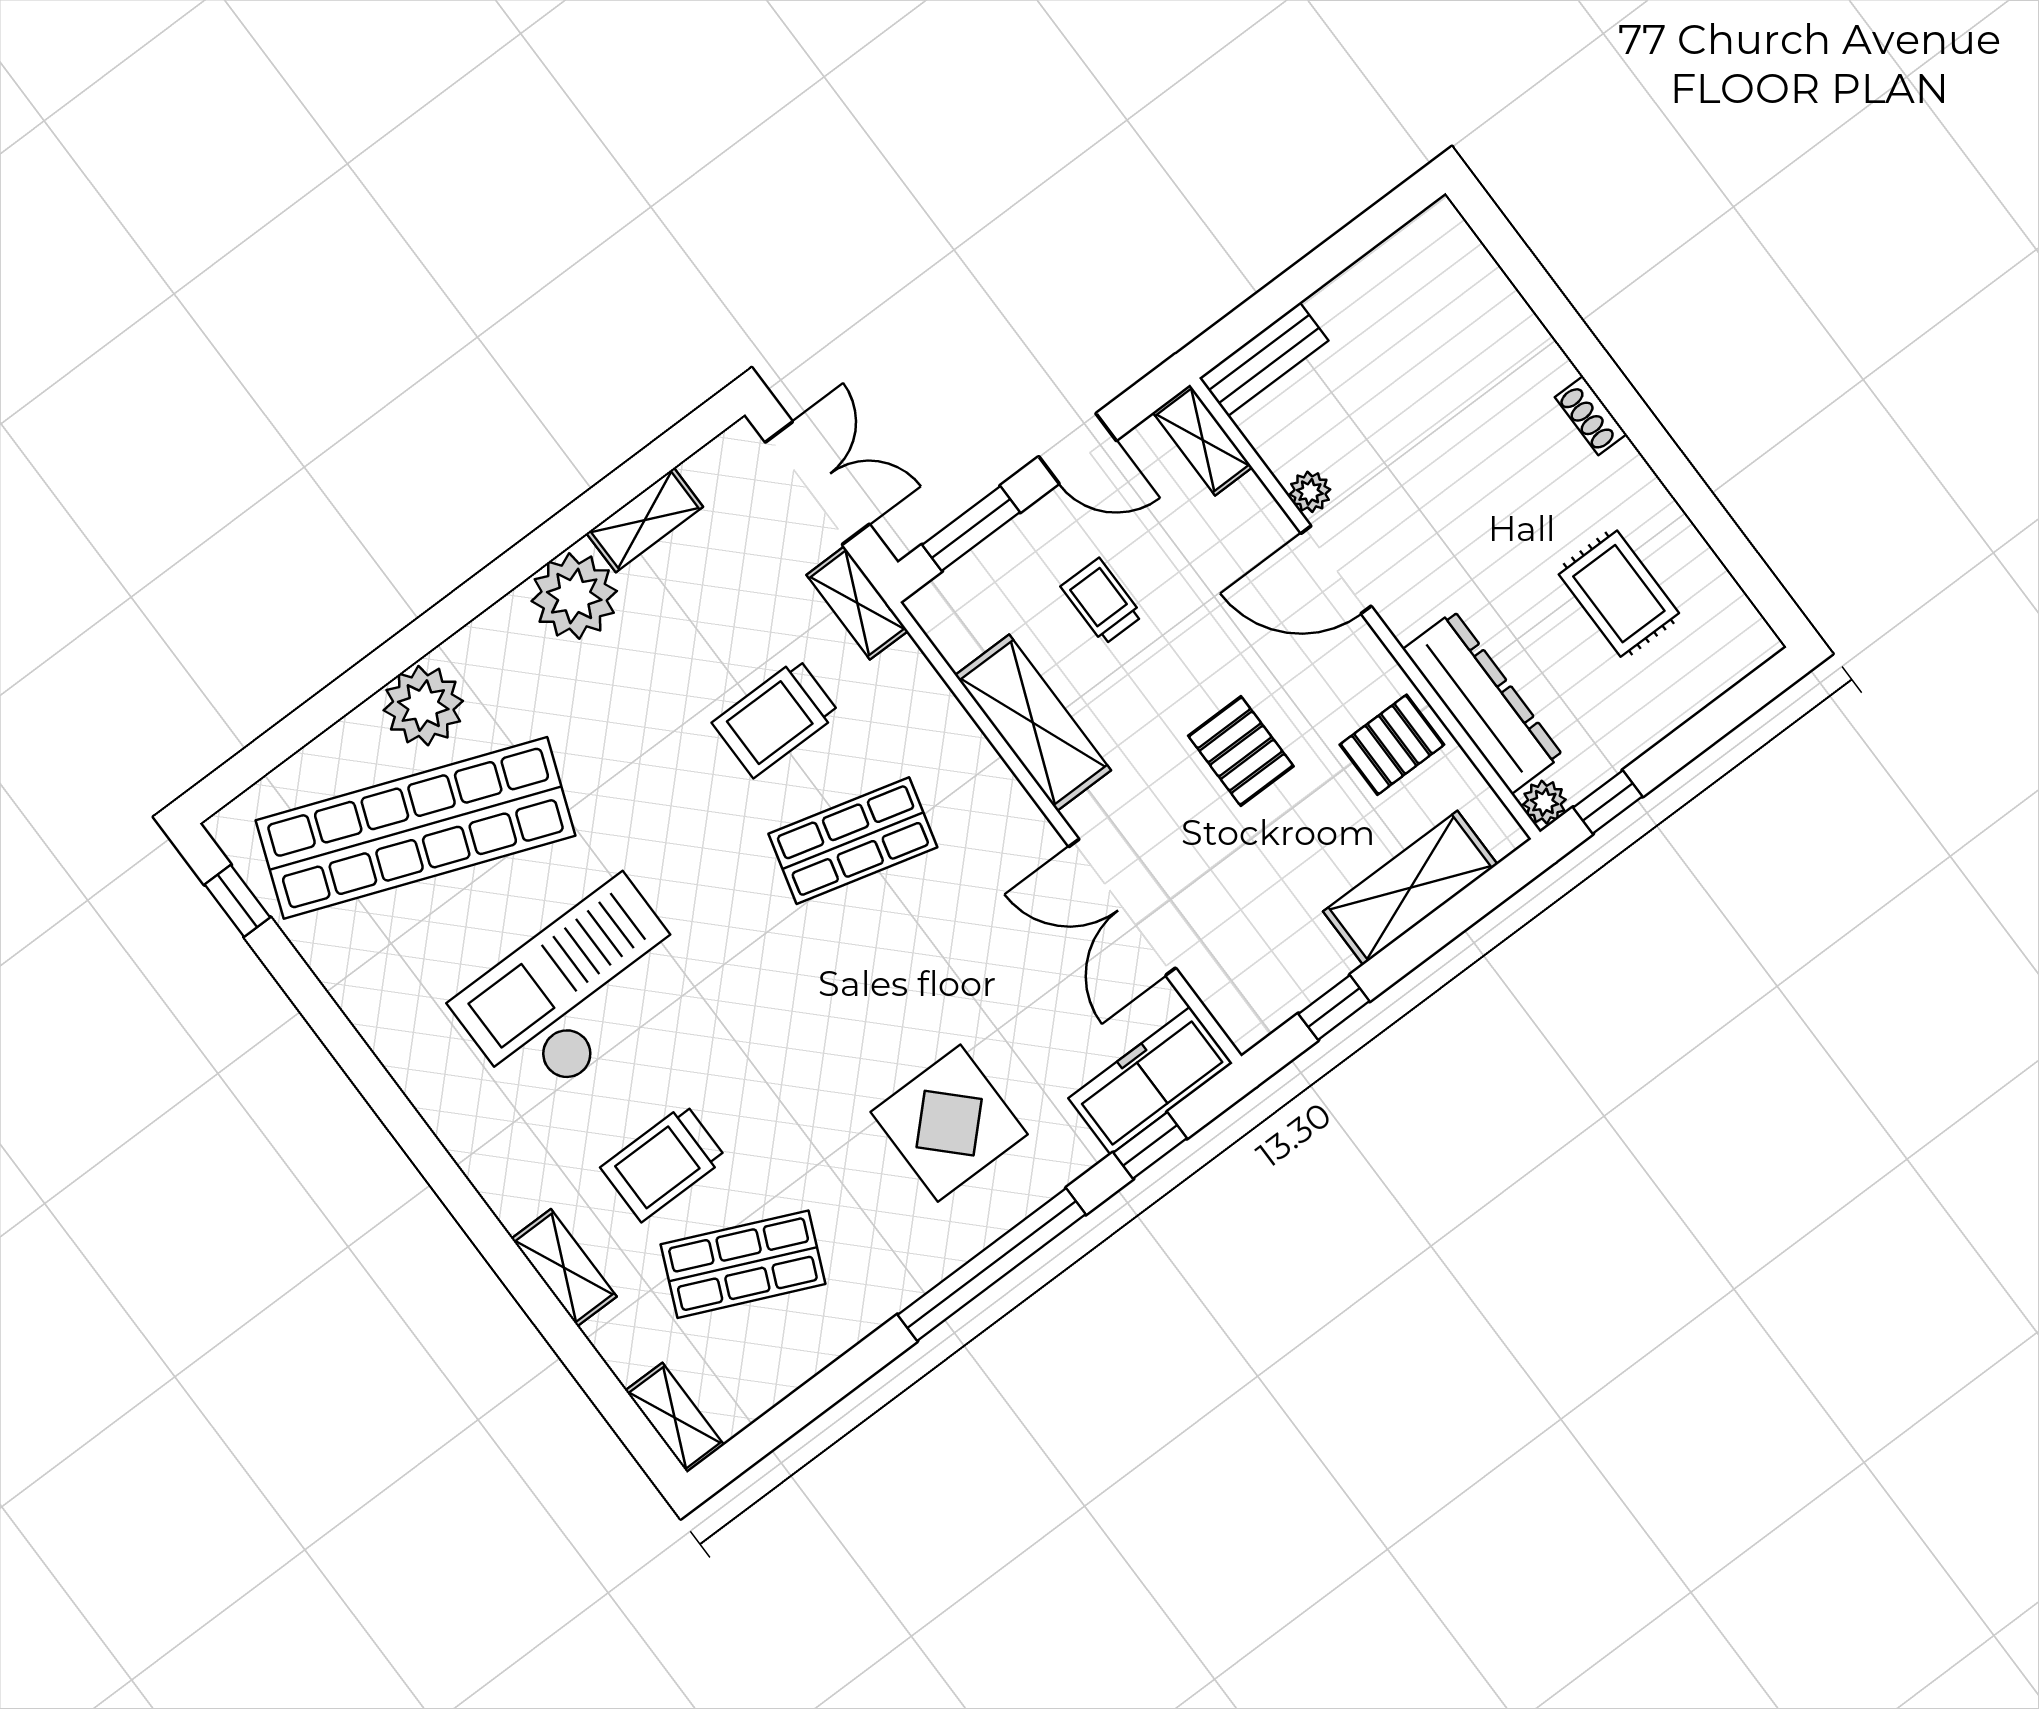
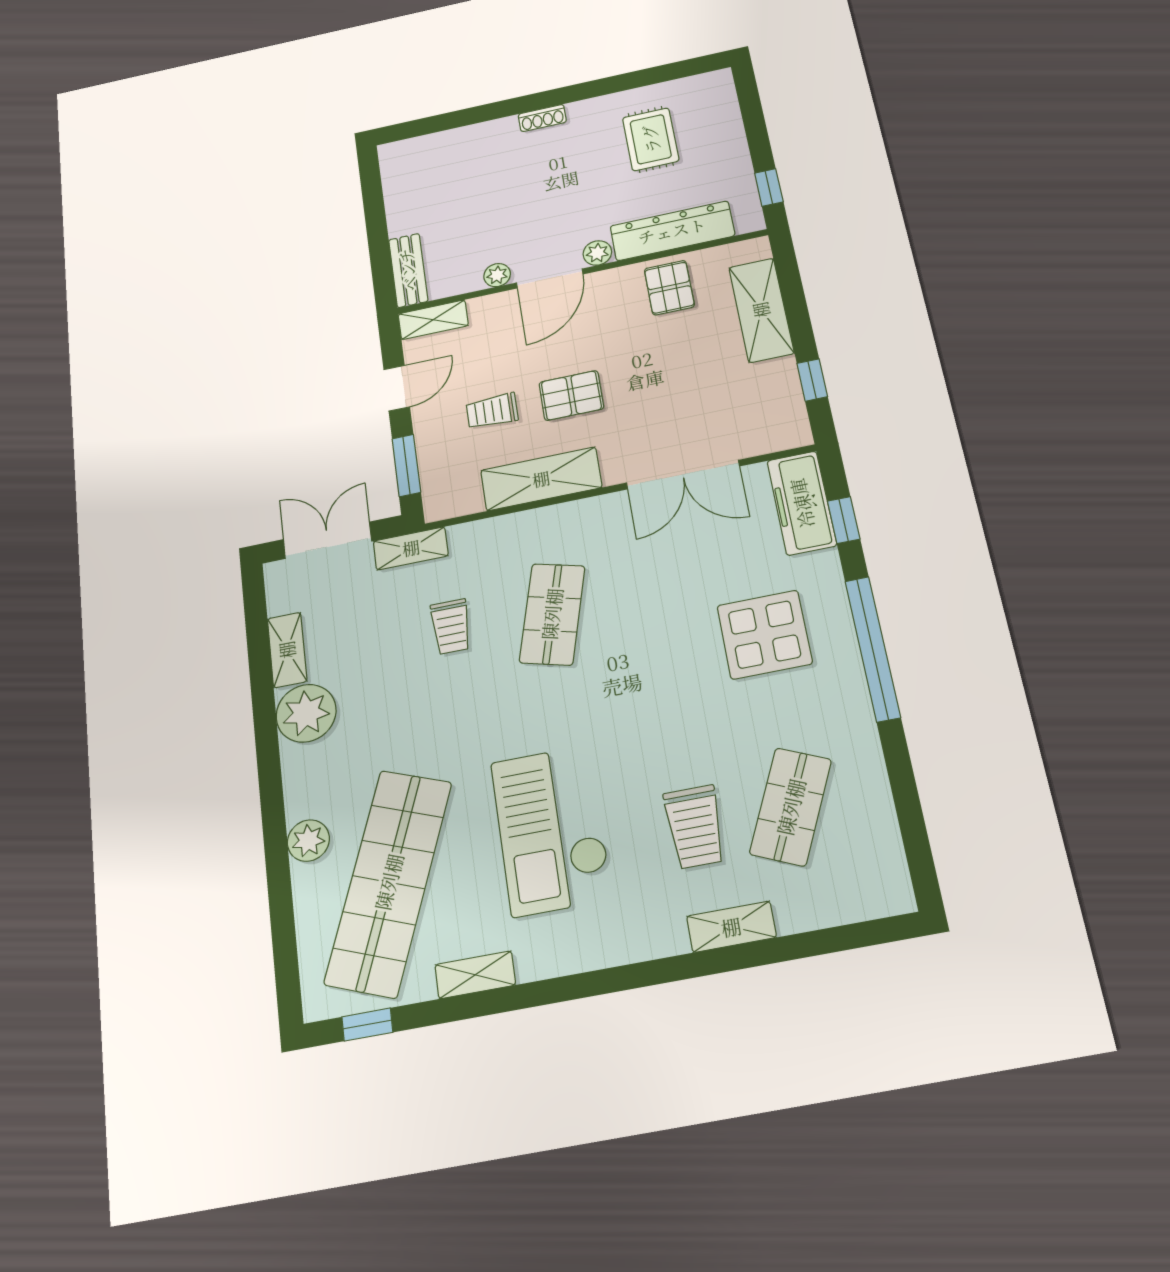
rug: (1619, 594) -> (651, 139), turned 90
plant: (423, 706) -> (308, 841), width x0.73, depth x0.73
trolley: (776, 718) -> (451, 626), width x0.73, depth x0.72
pallet: (1241, 751) -> (571, 396), moved
plant: (1544, 802) -> (597, 253), moved
shelving: (675, 1418) -> (475, 975), moved

